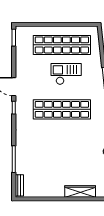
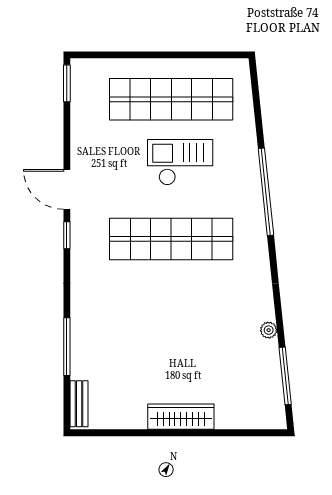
wardrobe: (80, 191) -> (181, 417), moved

